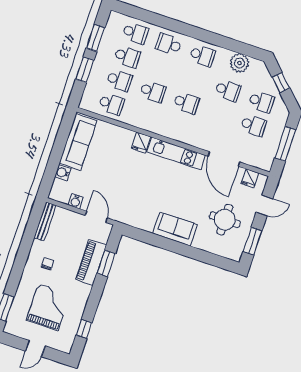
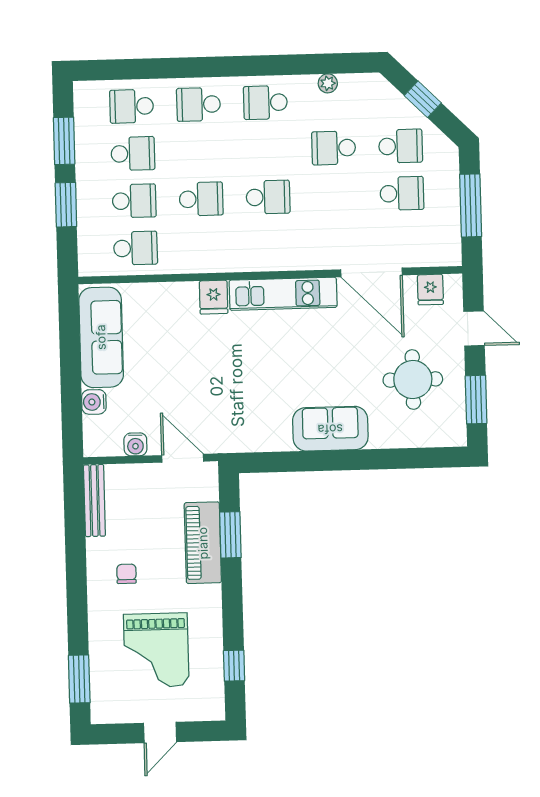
school desk: (135, 33) -> (132, 106), turned 180
school desk: (202, 56) -> (265, 103), turned 180
plant: (239, 63) -> (328, 83), width x0.53, depth x0.53
school desk: (228, 90) -> (334, 148), turned 180
door: (264, 206) -> (474, 328), hinge flipped
grand piano: (48, 307) -> (156, 650), turned 180

